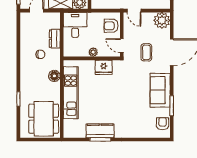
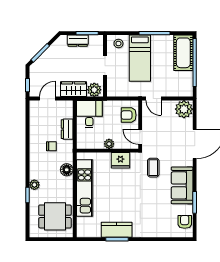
coffee table: (146, 52) -> (153, 168), moved
plant: (25, 90) -> (34, 185), added
dining table: (44, 119) -> (55, 216), width x0.73

